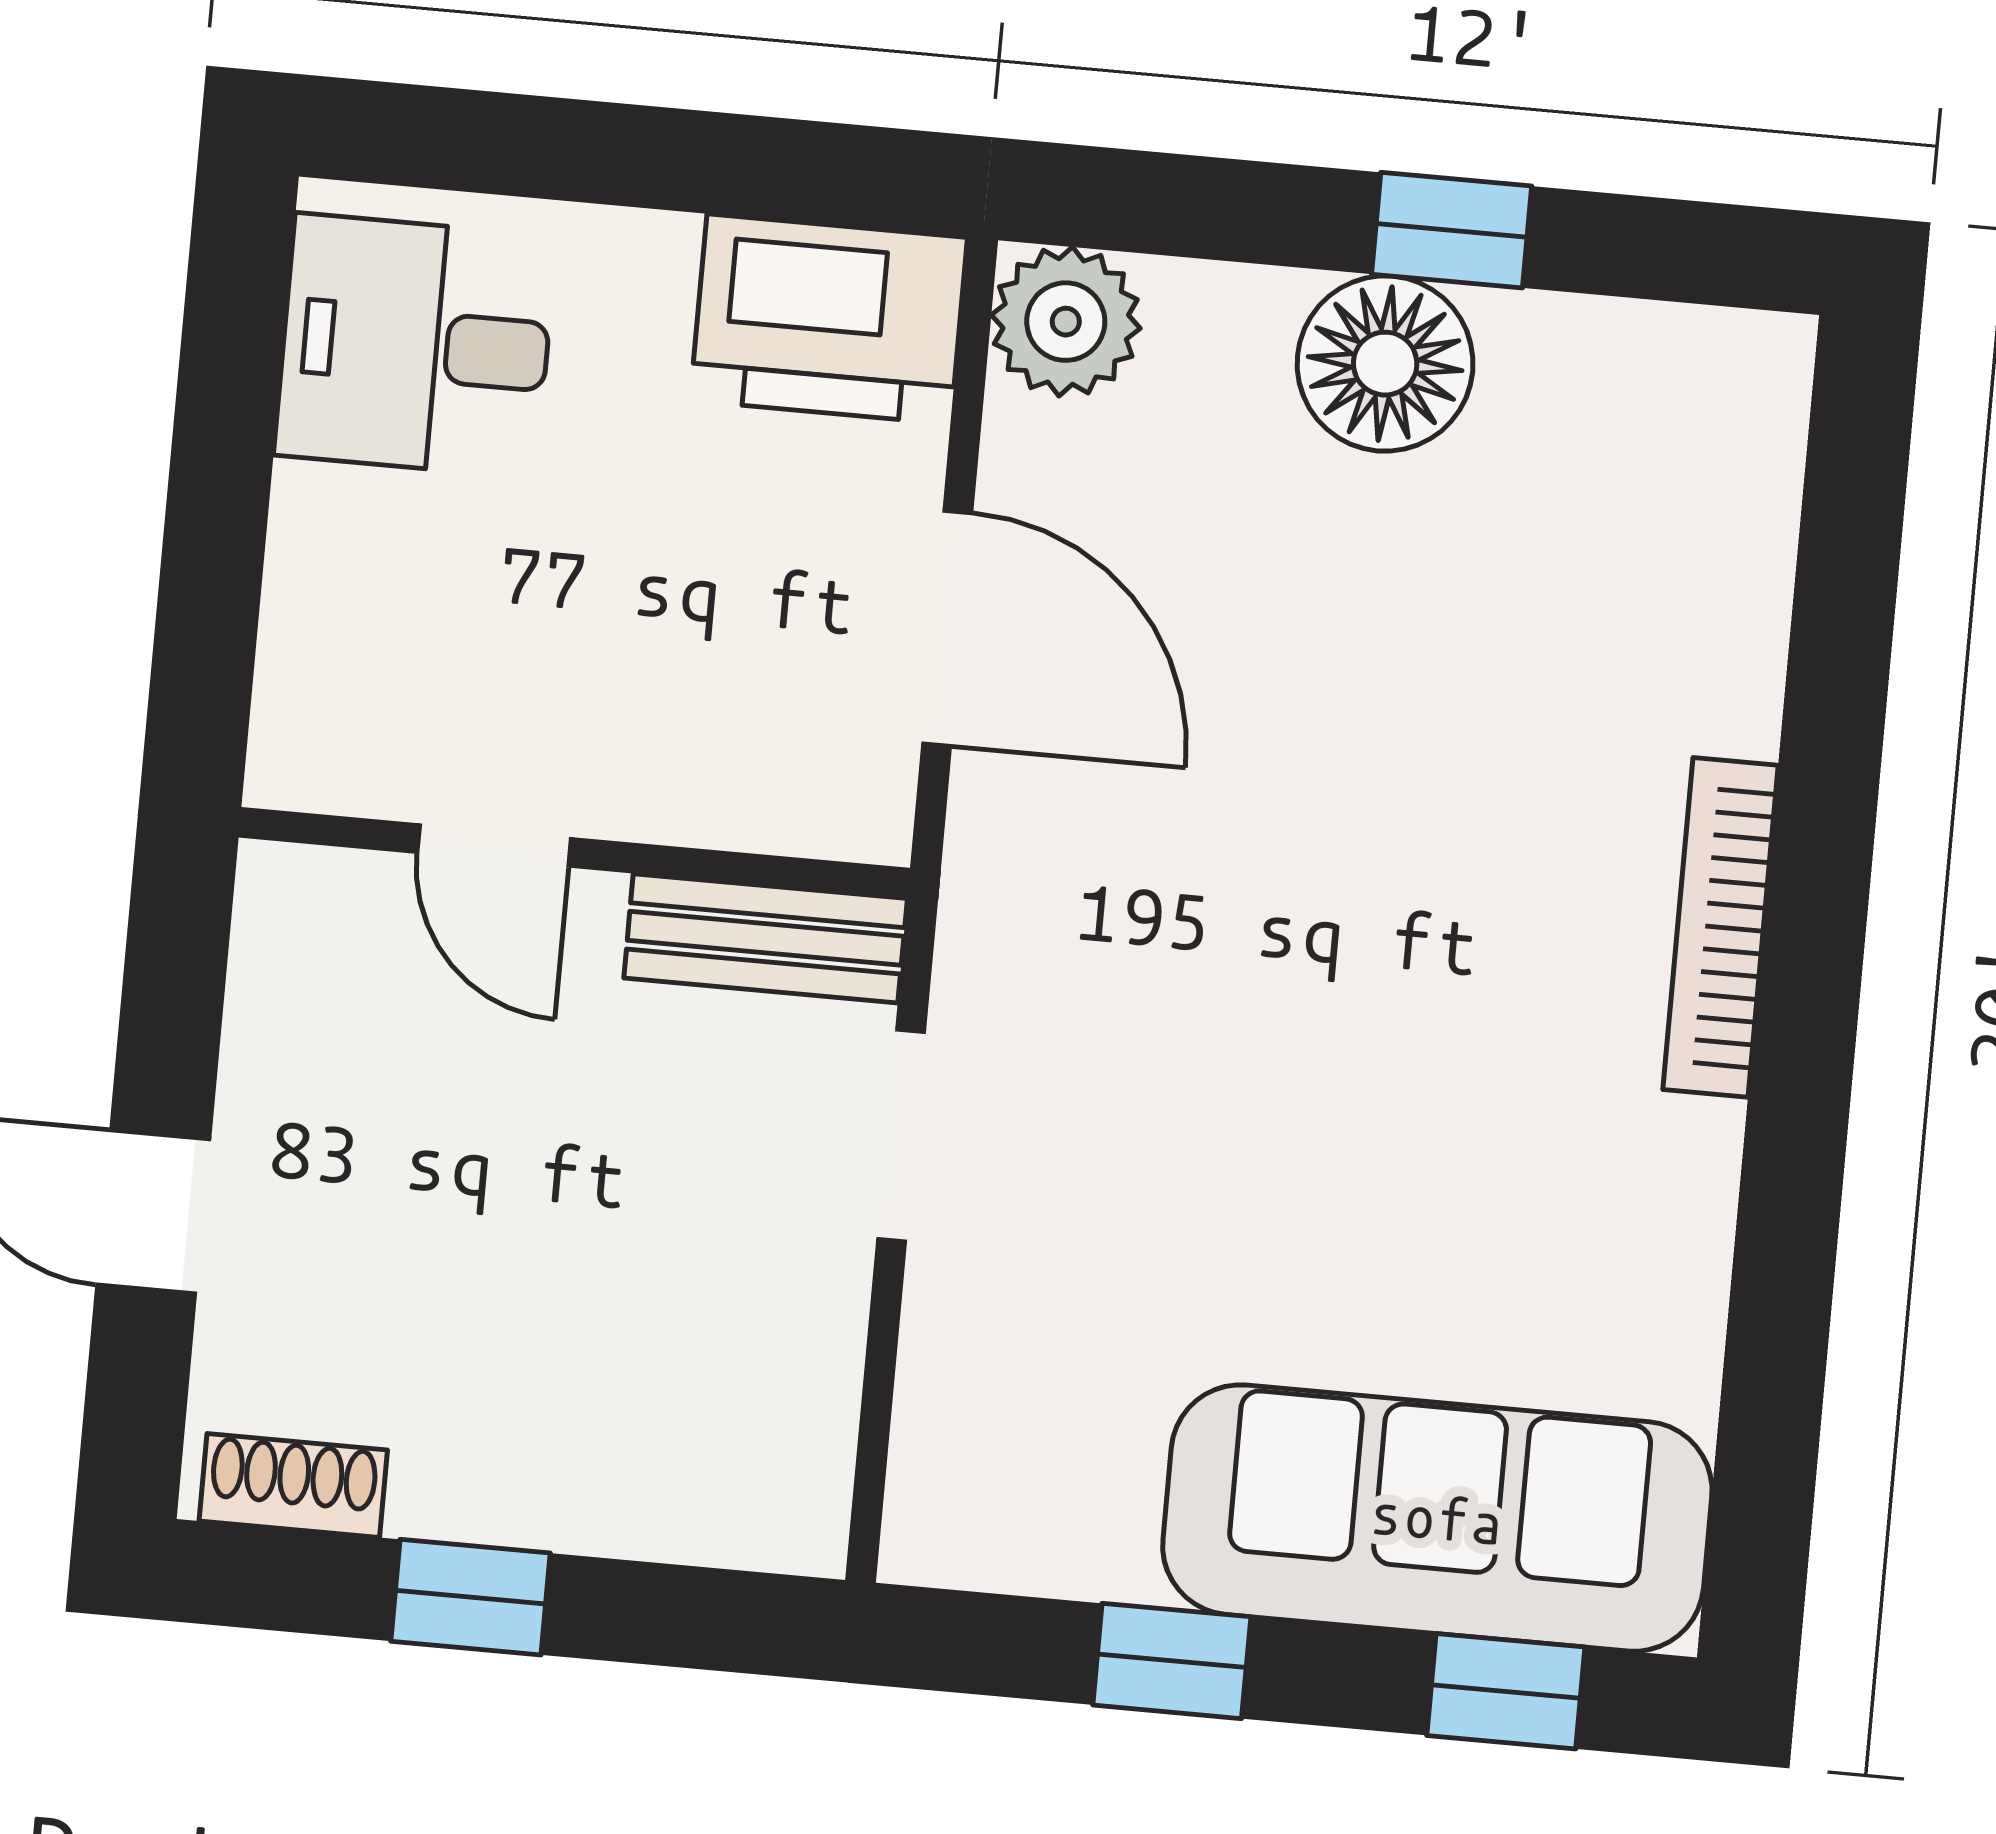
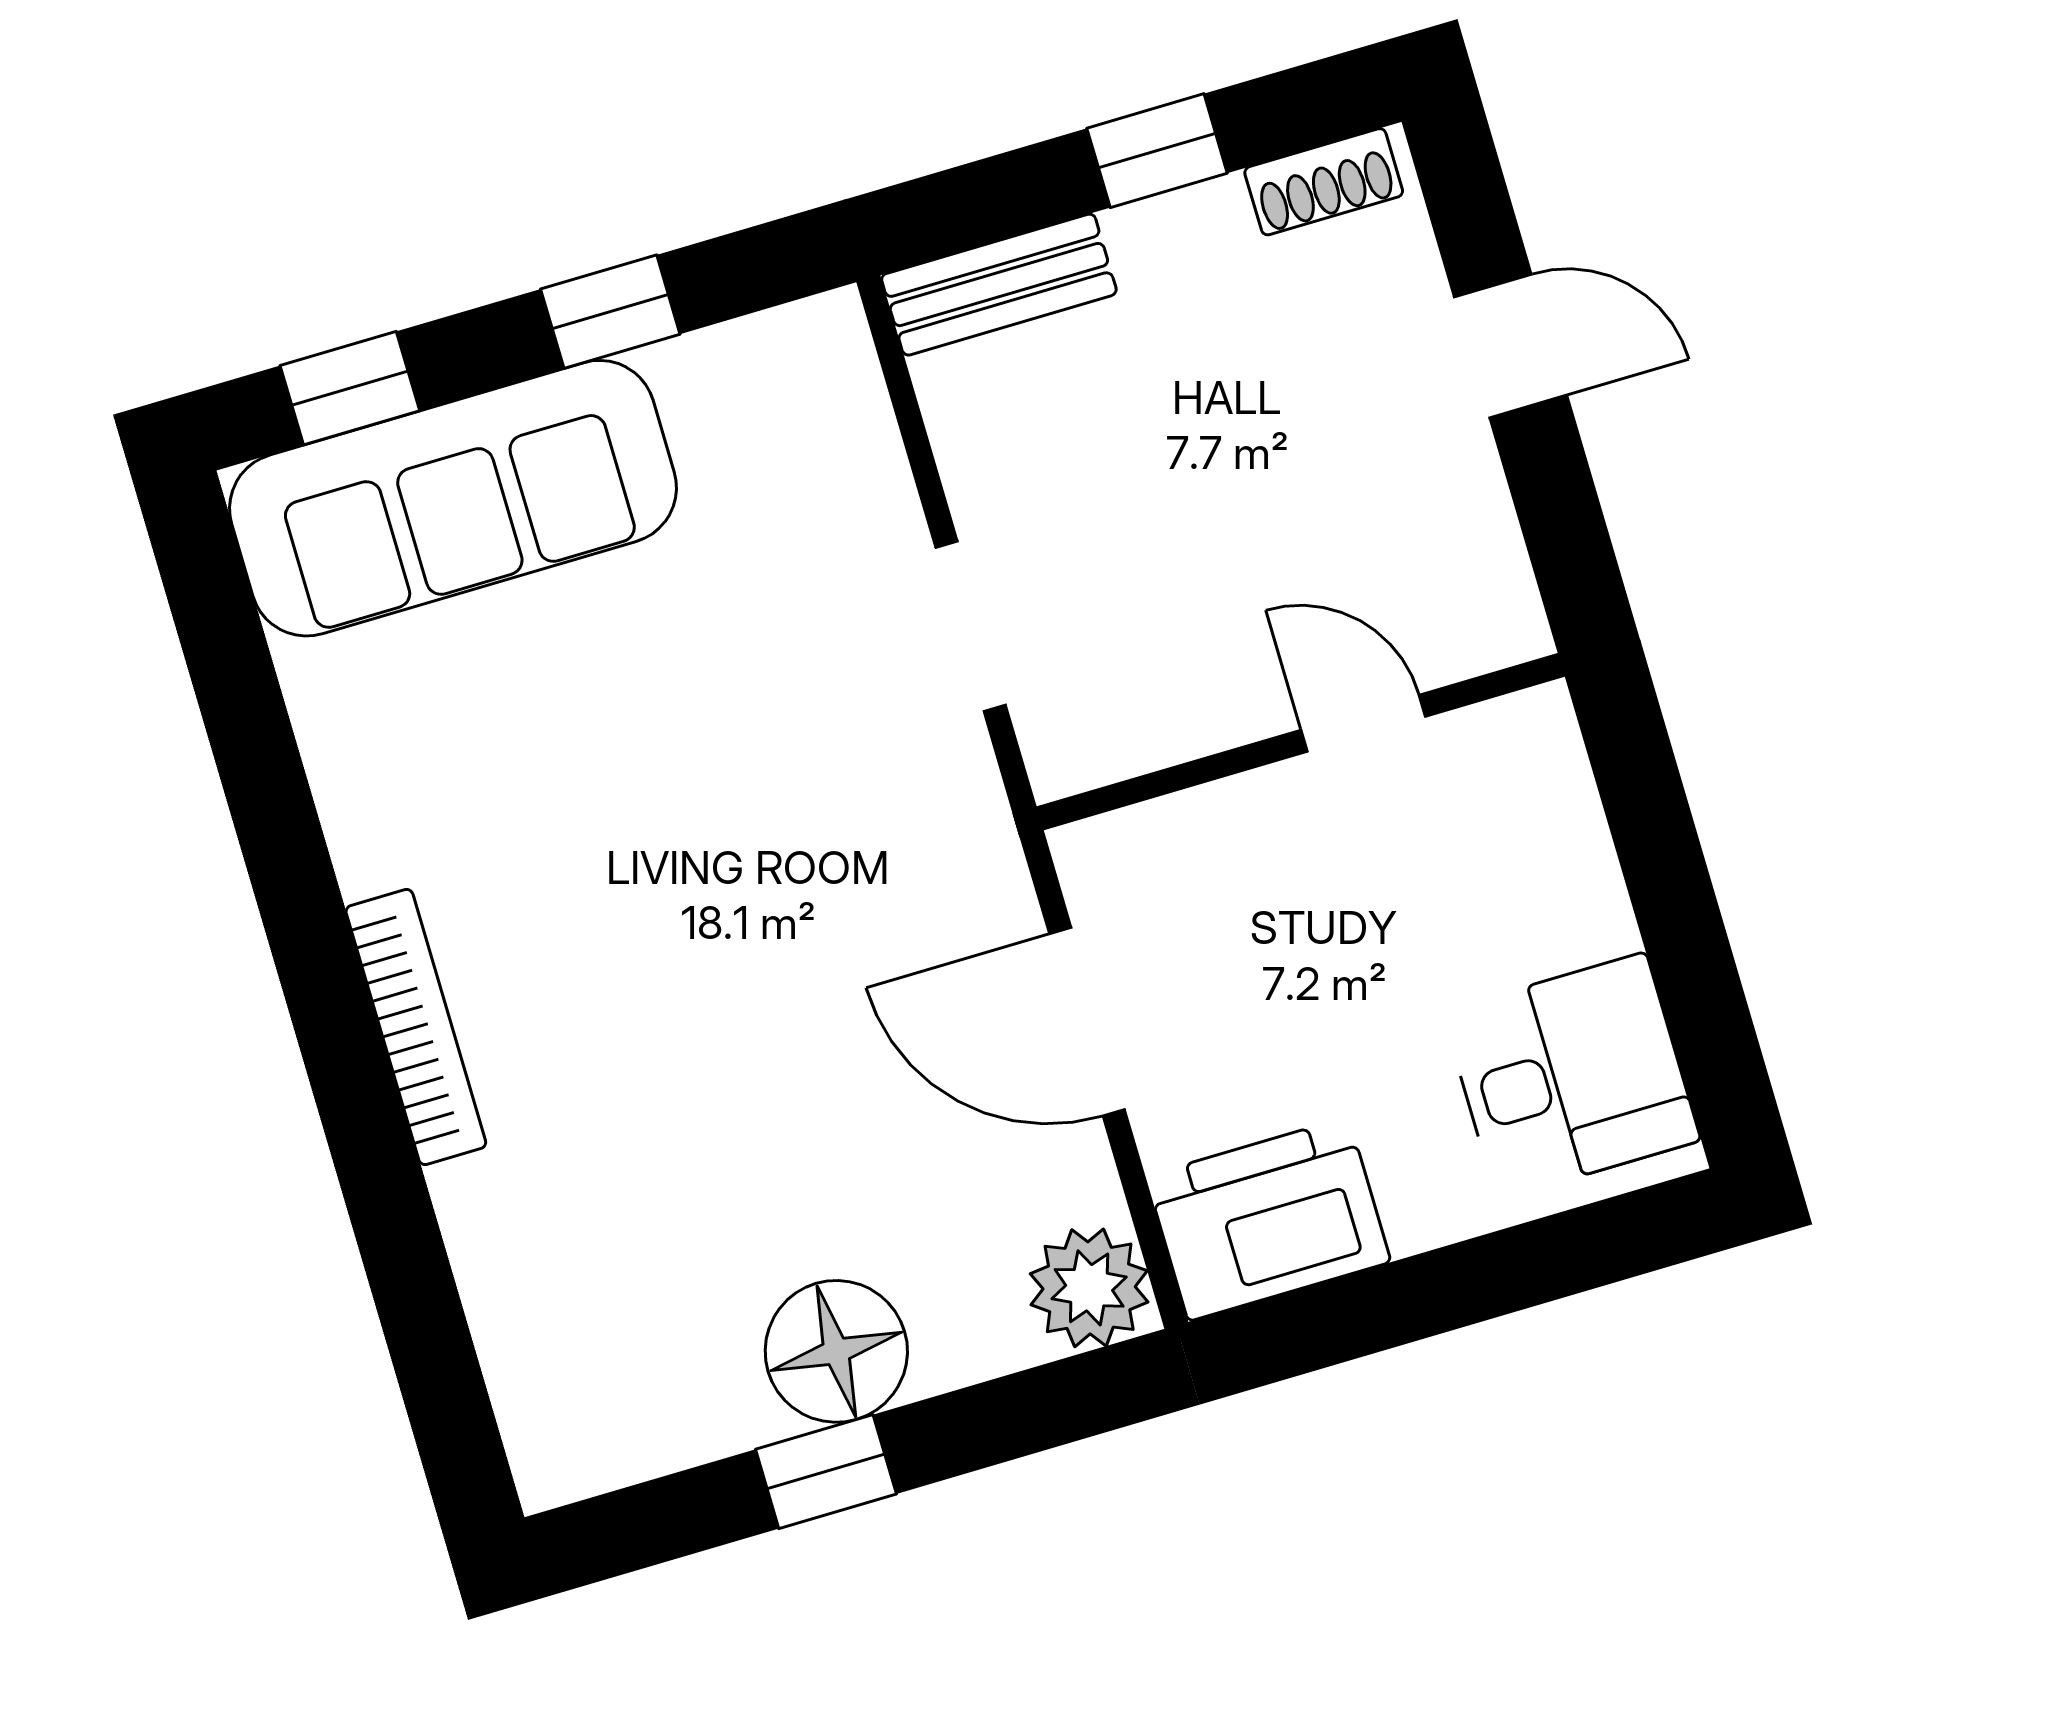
bench: (766, 938) -> (999, 285), moved

